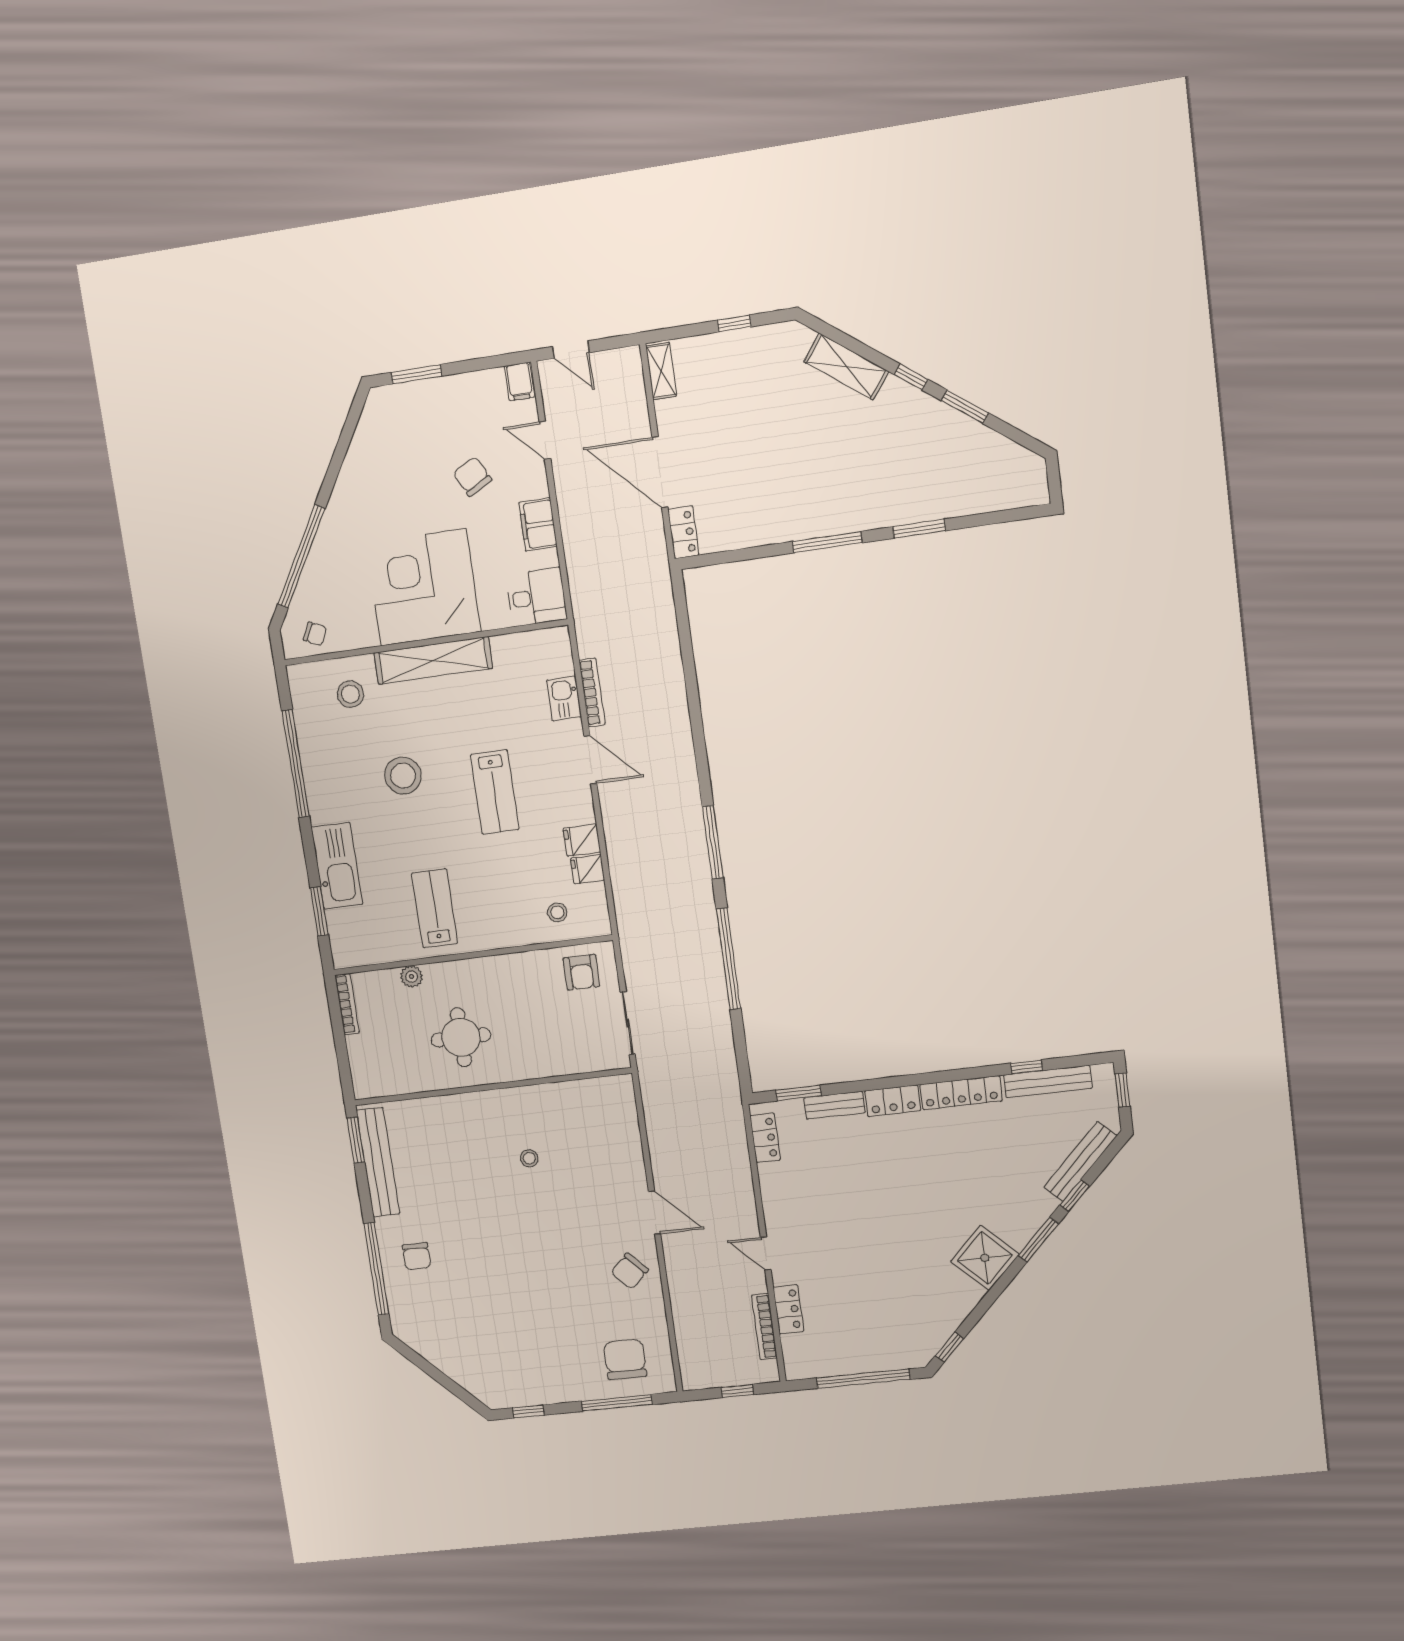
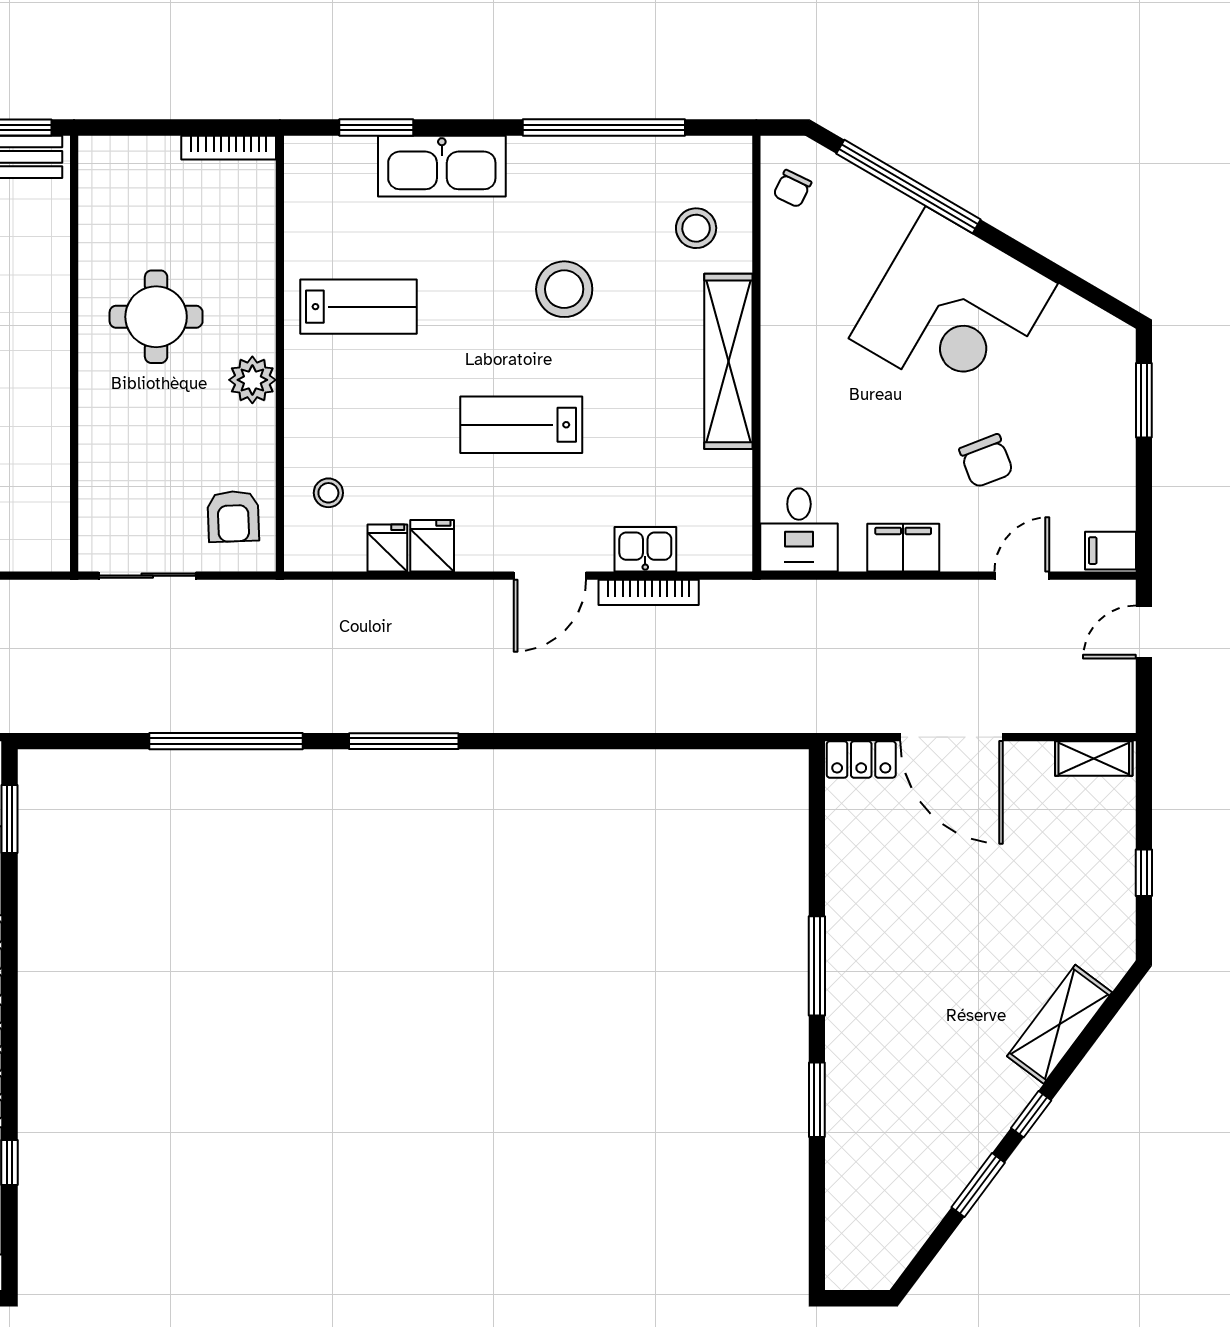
door: (660, 472) -> (952, 737), swing flipped
chair: (472, 476) -> (986, 461), turned 97
corner desk: (423, 587) -> (953, 311), moved, turned 120
armchair: (581, 972) -> (233, 516), turned -92
plant: (411, 977) -> (252, 380), moved, width x1.38, depth x1.38

